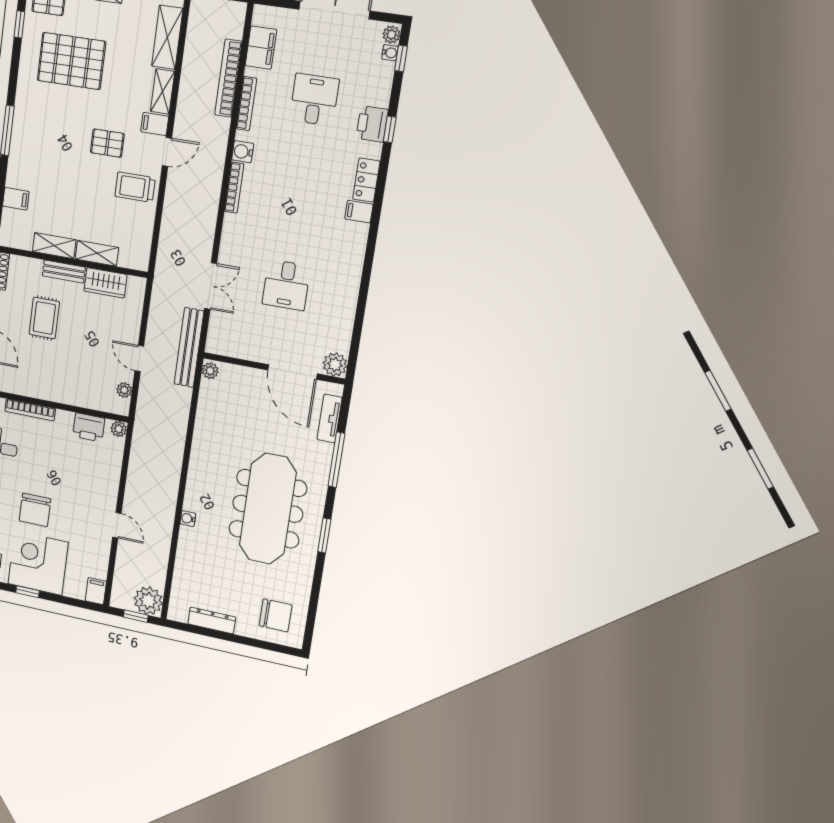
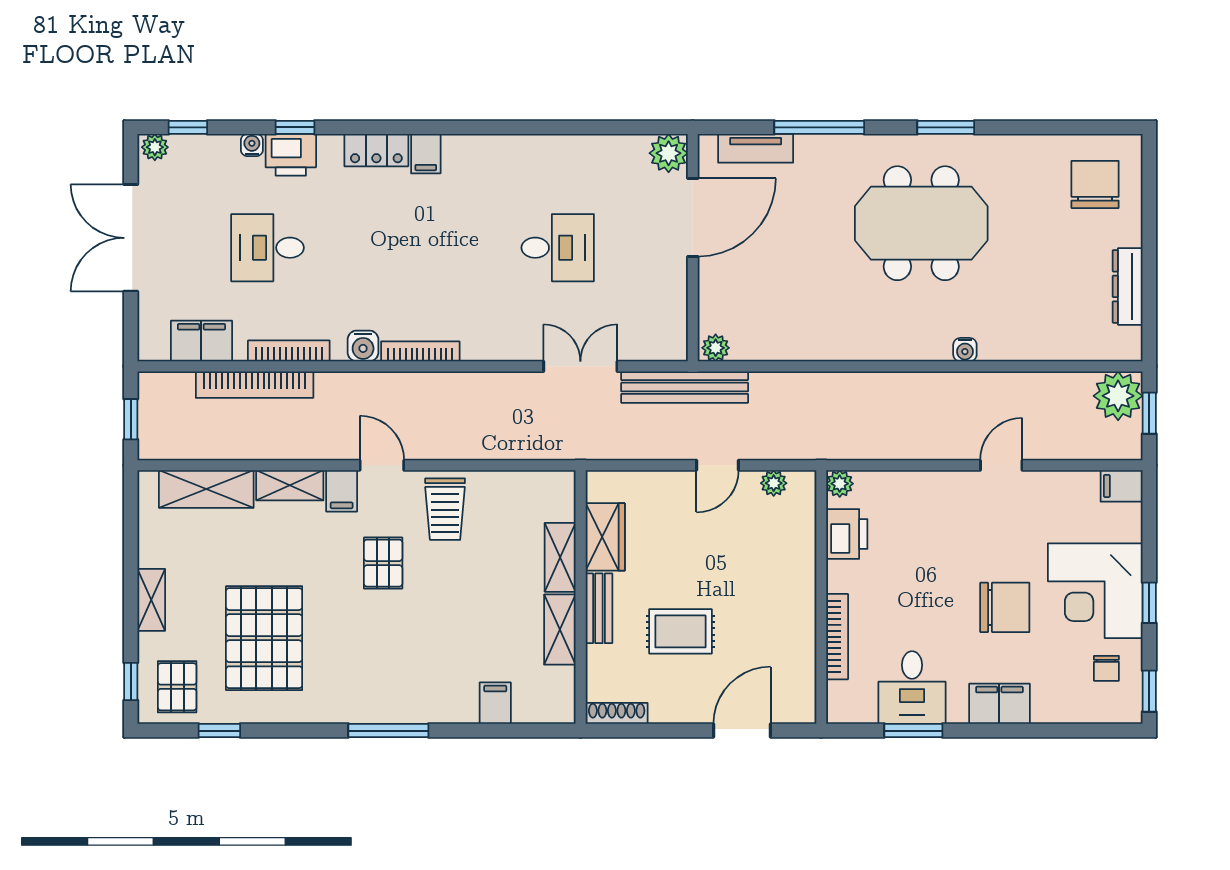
water cooler: (390, 53) -> (252, 145), moved
meeting table: (268, 509) -> (921, 223), width x0.73

